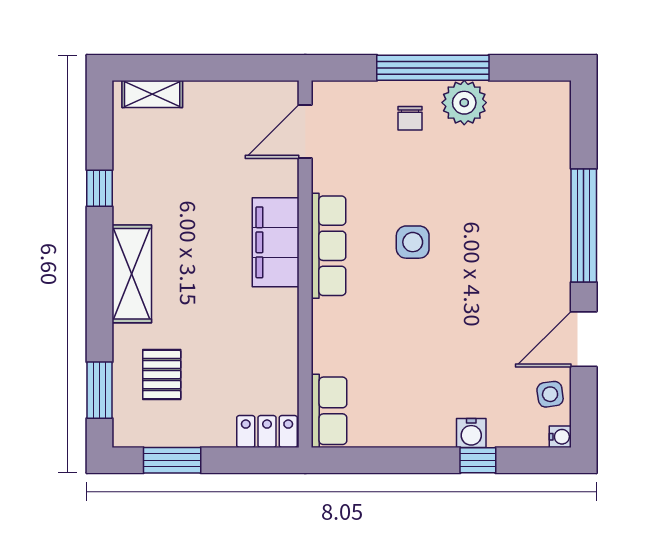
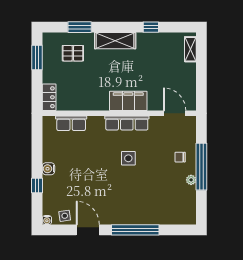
plant: (464, 103) -> (191, 180), width x0.53, depth x0.53
window: (99, 390) -> (80, 27), moved
row of seats: (329, 411) -> (71, 123), moved
water cooler: (471, 433) -> (48, 169), moved

